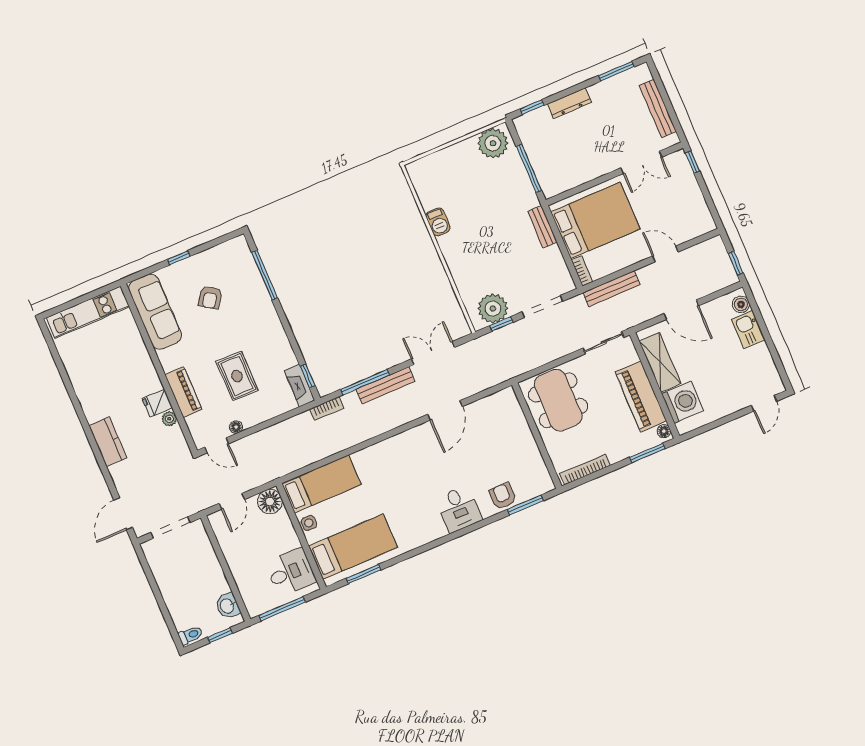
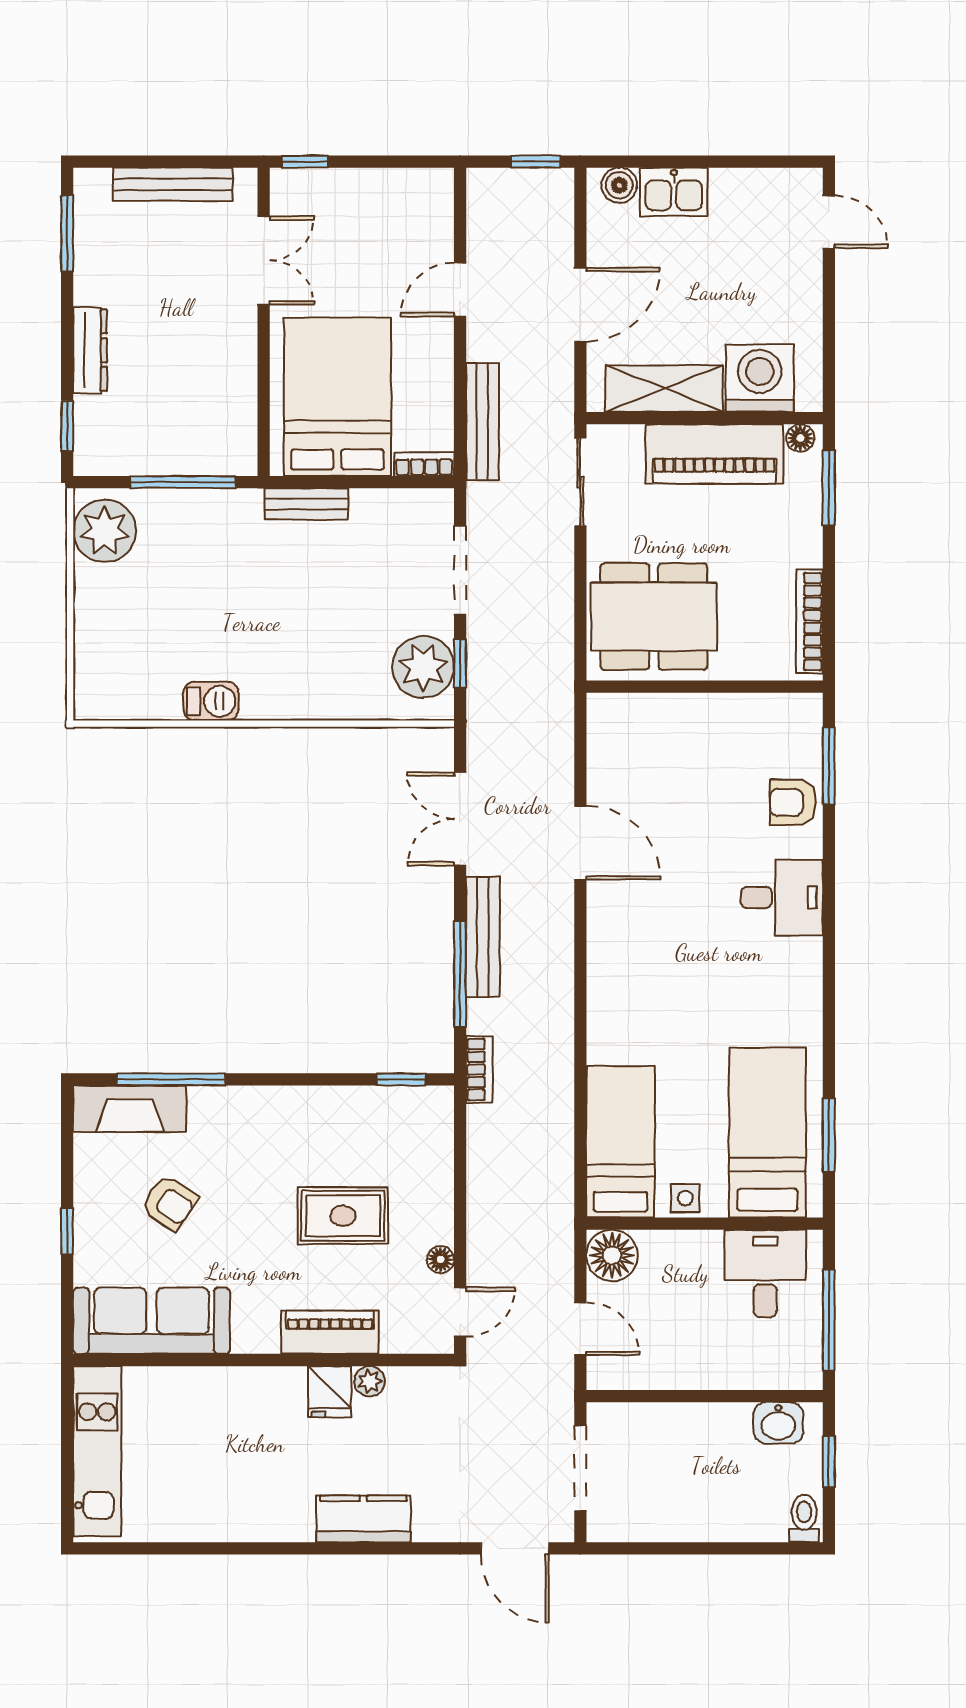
fireplace: (299, 386) -> (130, 1109), moved, width x1.37, depth x1.32

